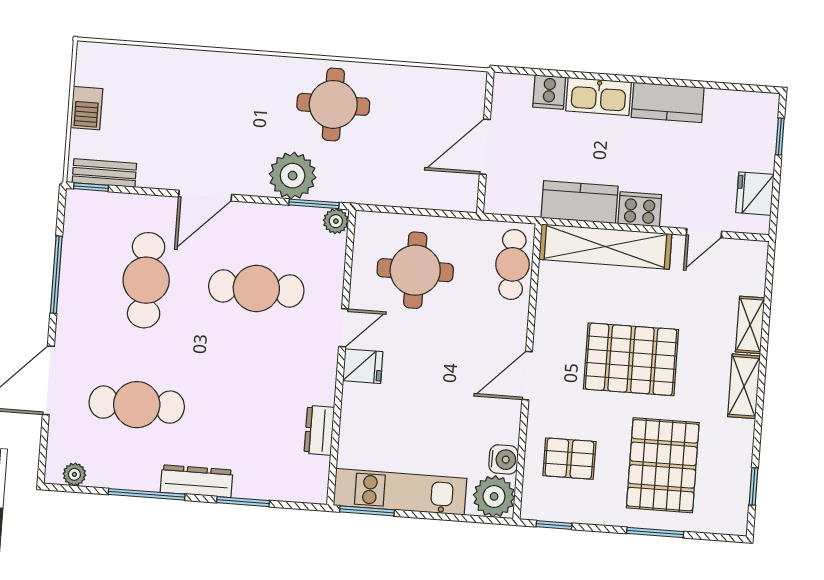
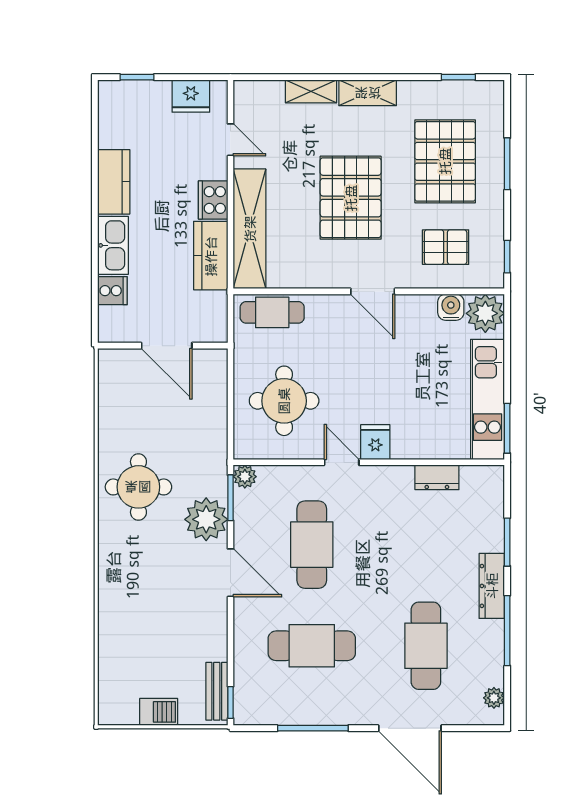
door: (205, 196) -> (230, 573), moved
pallet: (569, 459) -> (446, 247), turned 90
pallet: (663, 465) -> (445, 161), turned 90

